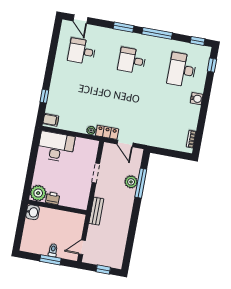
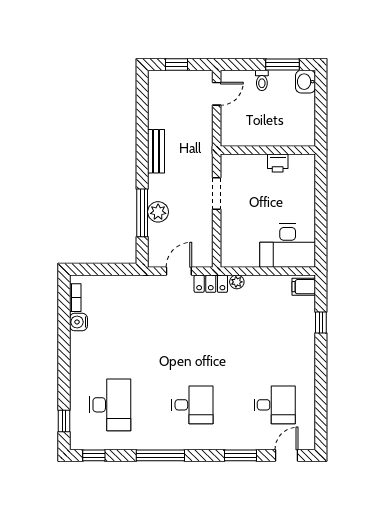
door: (80, 19) -> (286, 455), hinge flipped
window: (123, 27) -> (240, 455), moved
water cooler: (197, 99) -> (78, 322), moved
door: (125, 144) -> (179, 271), hinge flipped
doorway: (96, 173) -> (217, 194), moved
plant: (38, 193) -> (302, 167), removed
bench: (96, 211) -> (156, 151), moved
washbasin: (33, 212) -> (305, 82), moved
window: (50, 260) -> (283, 64), moved

